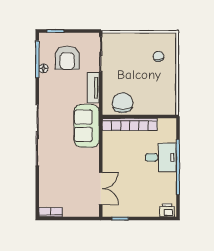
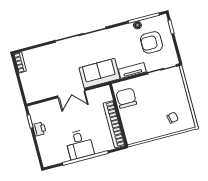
chair: (123, 103) -> (126, 98), turned -90
bookcase: (130, 124) -> (114, 124), moved
desk: (161, 157) -> (79, 144), moved
double door: (101, 189) -> (71, 93), moved
printer: (167, 210) -> (39, 129), moved

